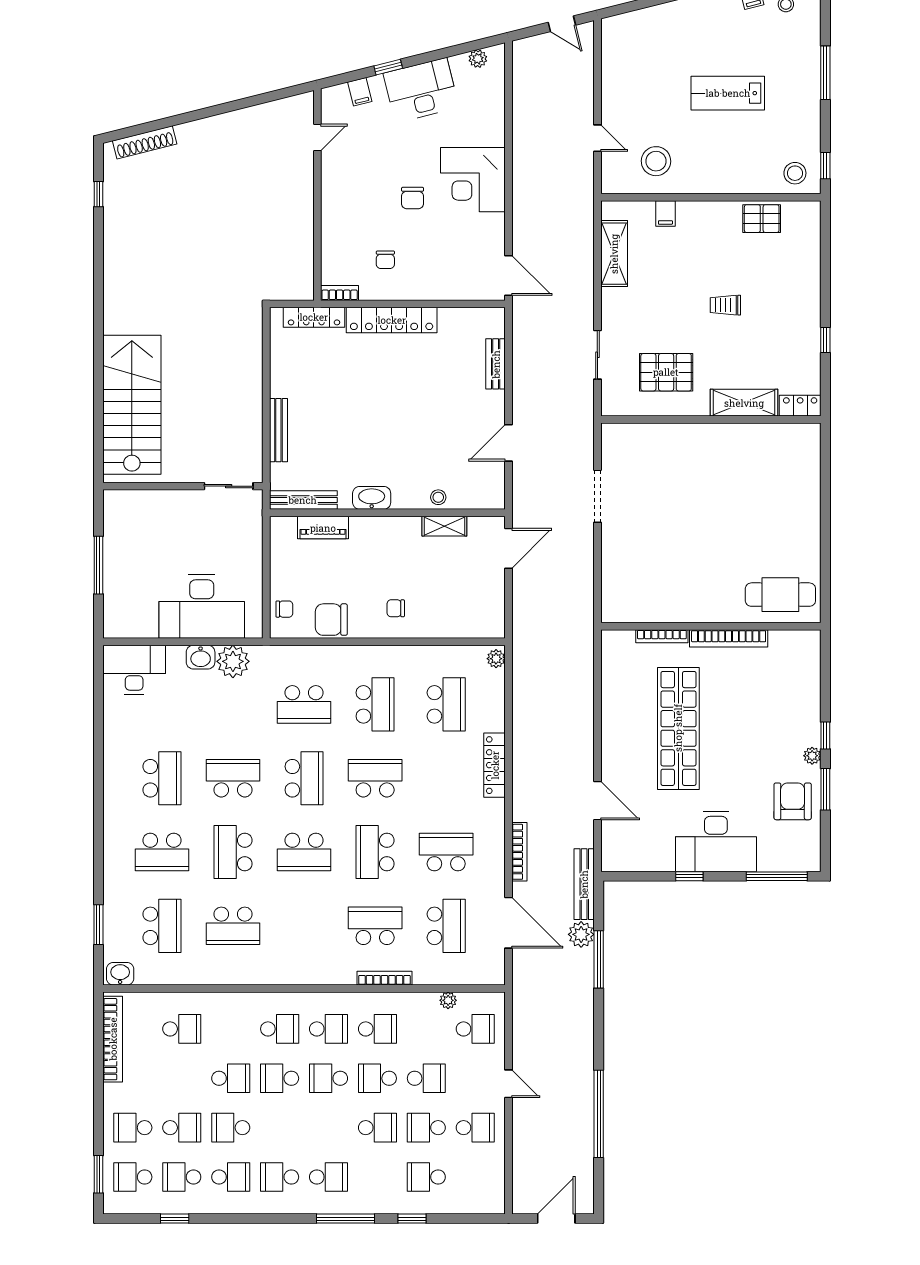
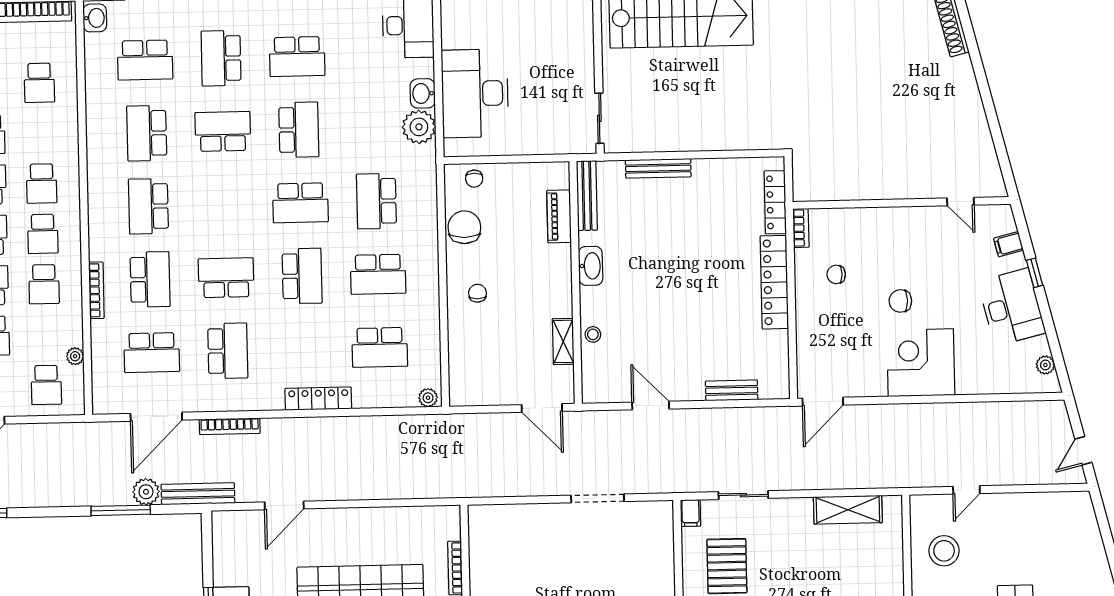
filing cabinet: (665, 213) -> (690, 513), moved, turned -90
school desk: (304, 852) -> (148, 206), moved

